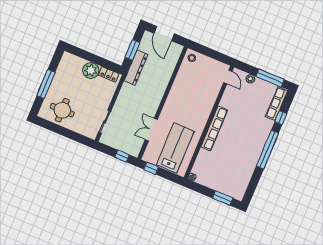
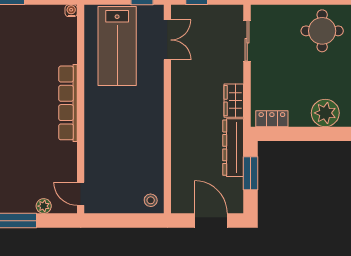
plant: (91, 70) -> (325, 113), moved
wardrobe: (125, 93) -> (234, 101), added
double door: (151, 130) -> (167, 40), moved

